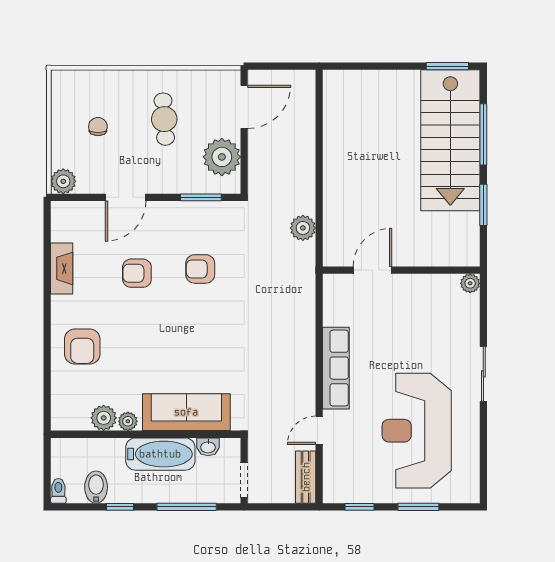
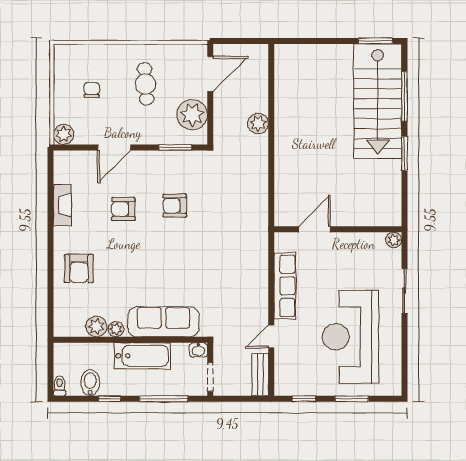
plant: (303, 228) -> (258, 123), moved
door: (373, 270) -> (315, 229), moved
wall: (401, 270) -> (338, 229), moved
plant: (470, 283) -> (394, 240), moved
washbasin: (208, 447) -> (198, 350), moved

